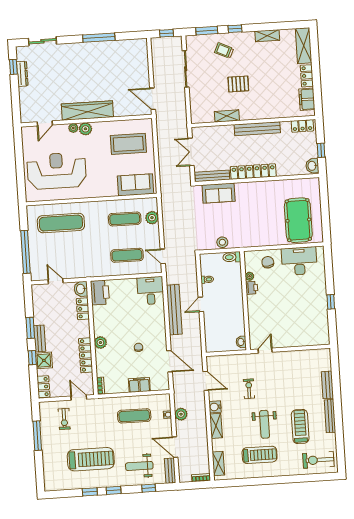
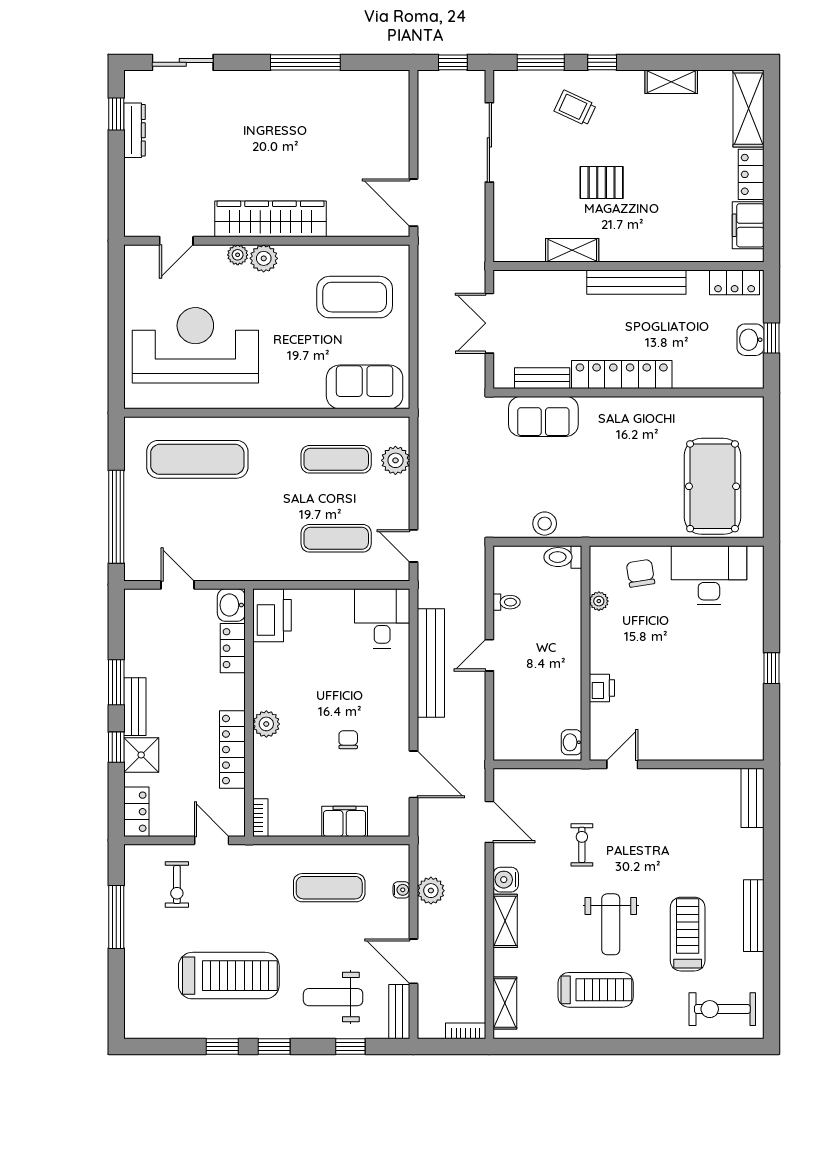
washbasin: (312, 166) -> (750, 340), moved
bench: (212, 176) -> (542, 378), width x0.73
printer: (252, 288) -> (602, 688), moved
bench: (327, 385) -> (753, 798), moved

